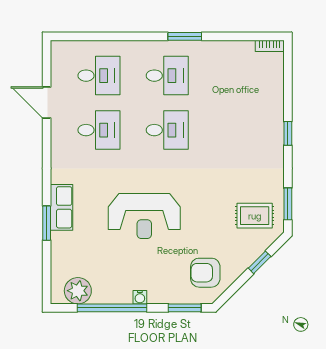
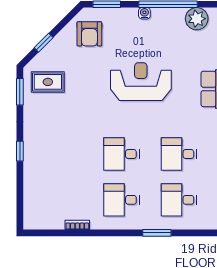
window: (185, 36) -> (157, 233), moved
bookcase: (270, 46) -> (77, 225), moved
armchair: (205, 273) -> (89, 34), turned 90

